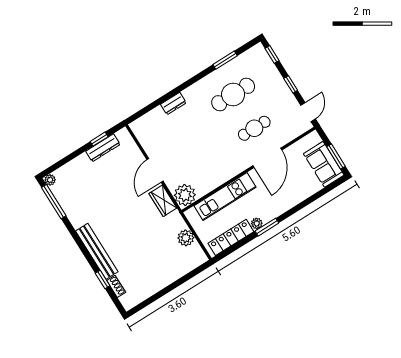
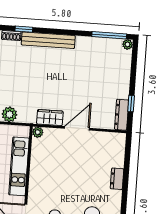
dresser: (103, 148) -> (122, 115), moved
door: (155, 170) -> (77, 128), hinge flipped
plant: (185, 195) -> (38, 132), width x0.53, depth x0.53

